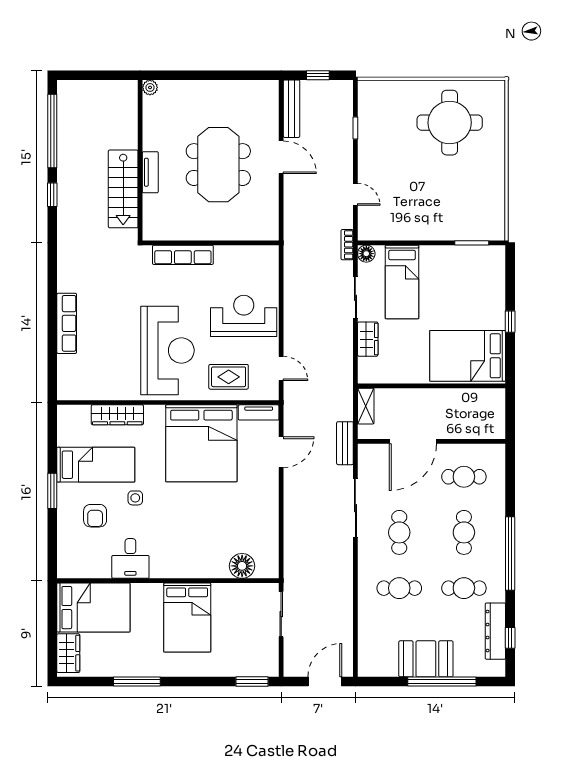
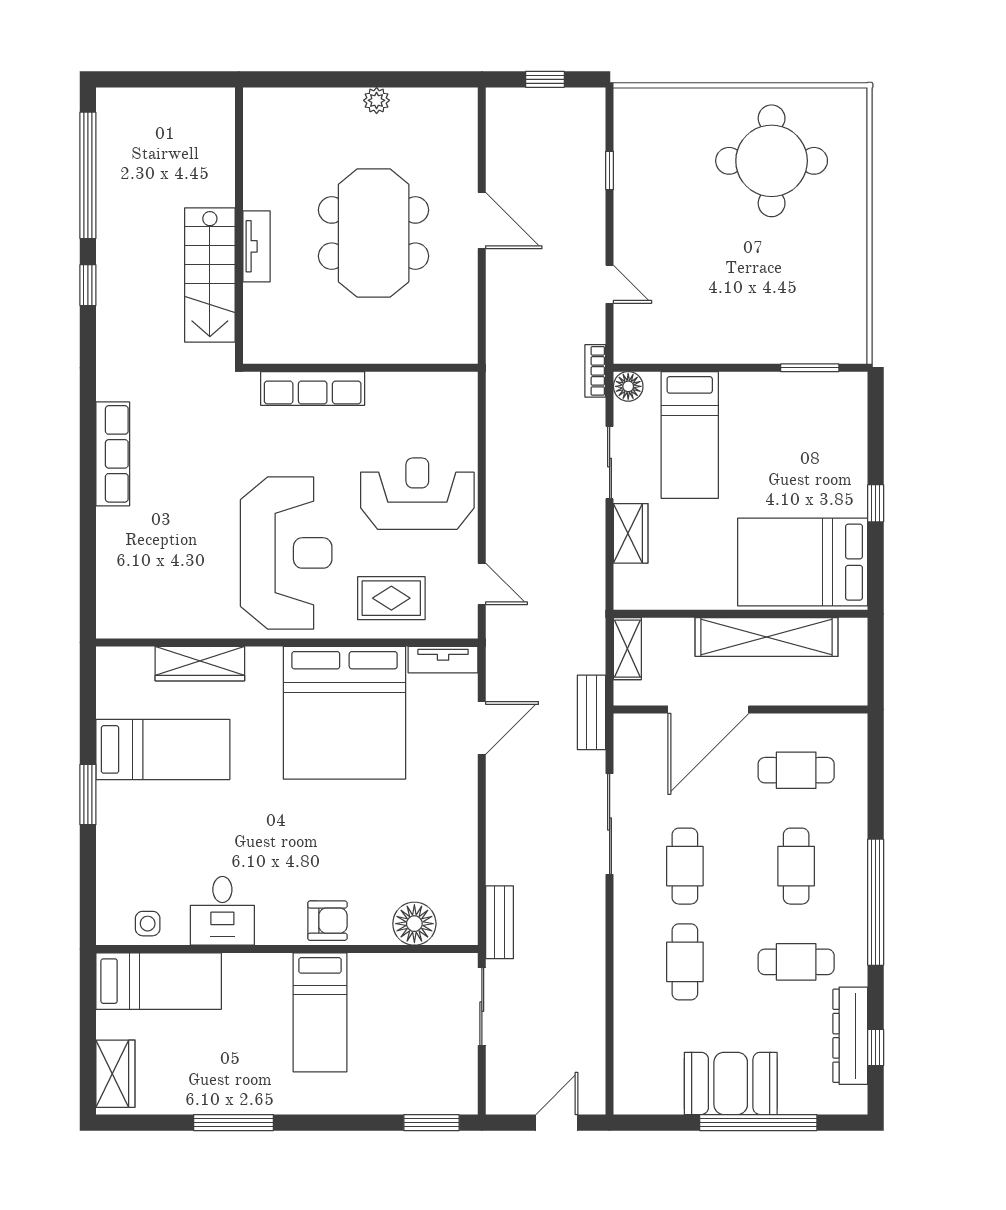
plant: (150, 87) -> (377, 100), moved
bench: (292, 109) -> (500, 922), moved, width x0.73
row of seats: (67, 323) -> (113, 454), moved
shelving: (447, 399) -> (767, 637), added
side table: (135, 498) -> (148, 924), moved
armchair: (95, 516) -> (327, 921), moved, turned -90
cafe table: (399, 588) -> (685, 962), turned 90
bed: (93, 608) -> (159, 981), width x0.67
bed: (187, 618) -> (320, 1012), width x0.67
door: (325, 682) -> (557, 1123), width x0.73

